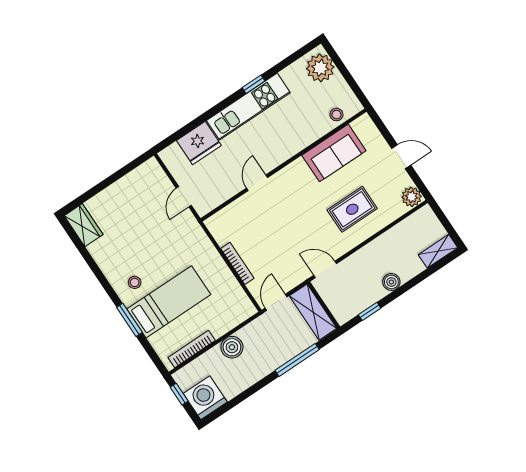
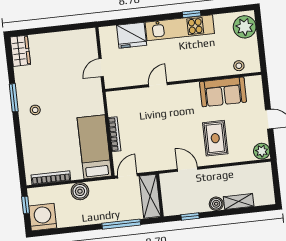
rug: (352, 209) -> (215, 138), turned 90
shelving: (438, 251) -> (239, 202), moved
door: (325, 269) -> (188, 169), moved
bed: (169, 302) -> (94, 147), moved, turned -90
window: (129, 320) -> (14, 98), moved

